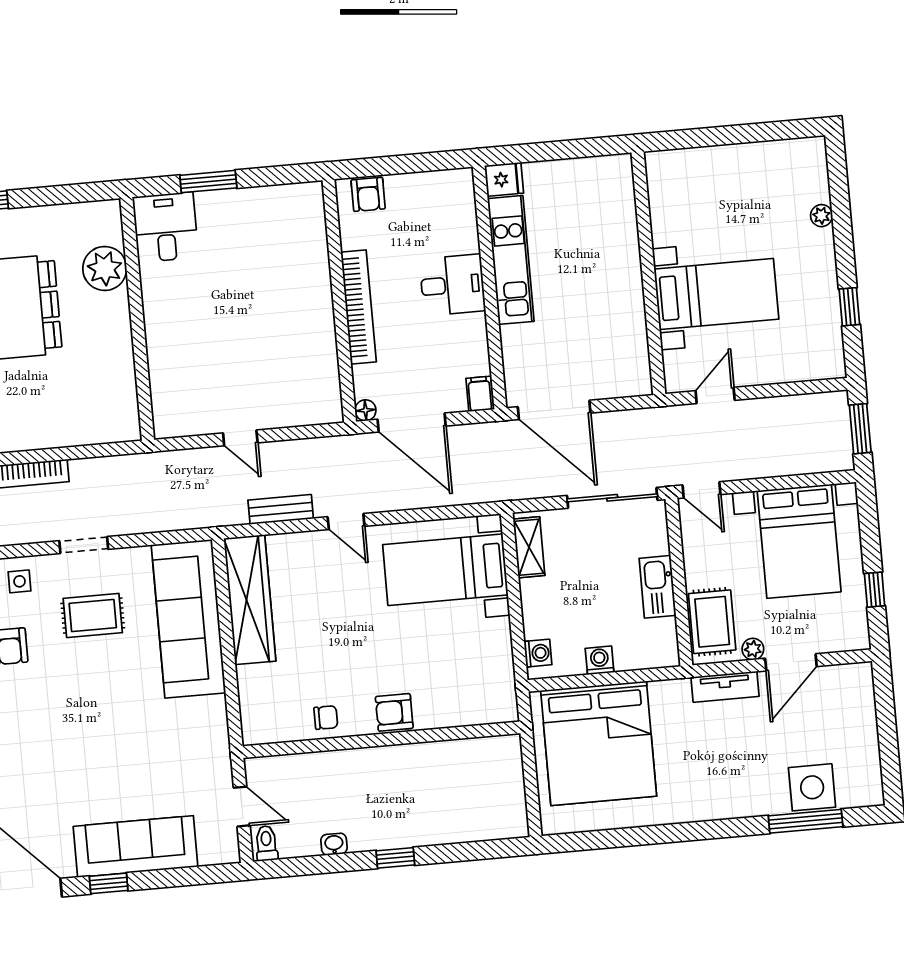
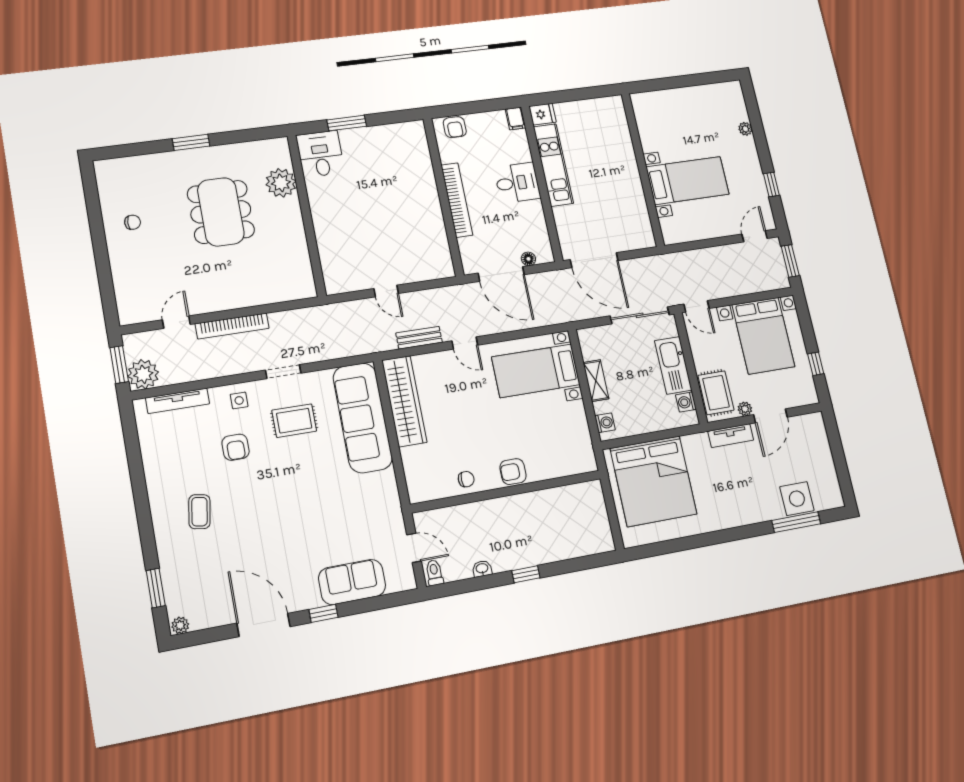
filing cabinet: (480, 394) -> (516, 118), moved, turned 180
door: (715, 395) -> (755, 236), moved
floor lamp: (365, 410) -> (528, 259), moved
shelving: (529, 547) -> (596, 381), moved
kitchen sink: (658, 587) -> (673, 365), width x1.36, depth x1.24
washing machine: (600, 660) -> (686, 402), moved, turned -90
sofa: (136, 847) -> (352, 582), width x0.73

